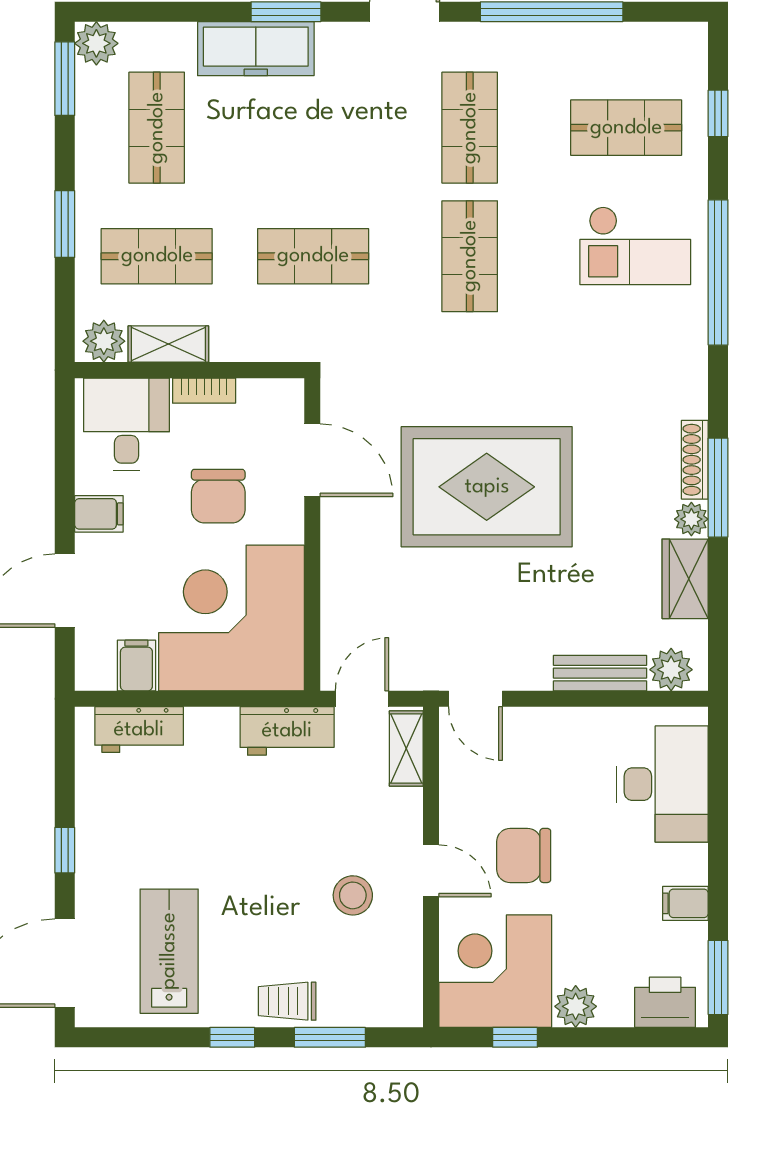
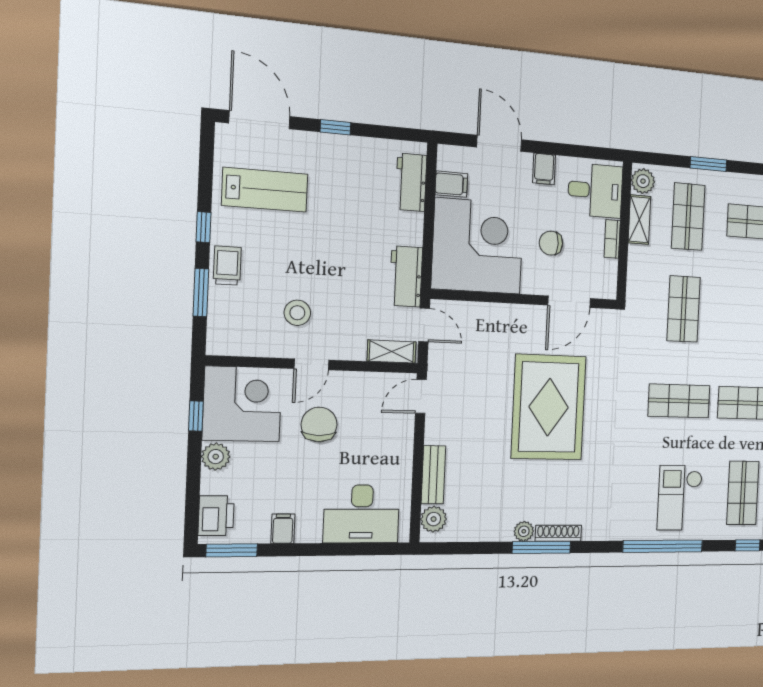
chair: (218, 496) -> (551, 243), width x0.73, depth x0.73
wardrobe: (685, 579) -> (488, 528), removed

